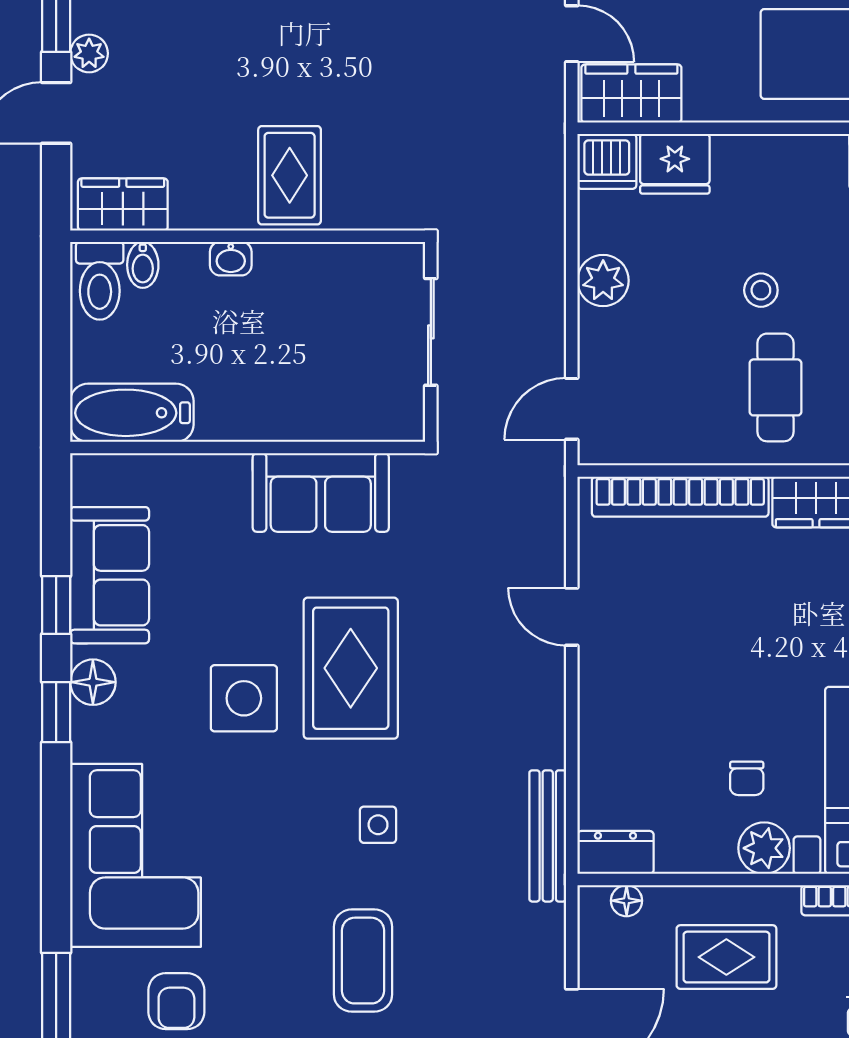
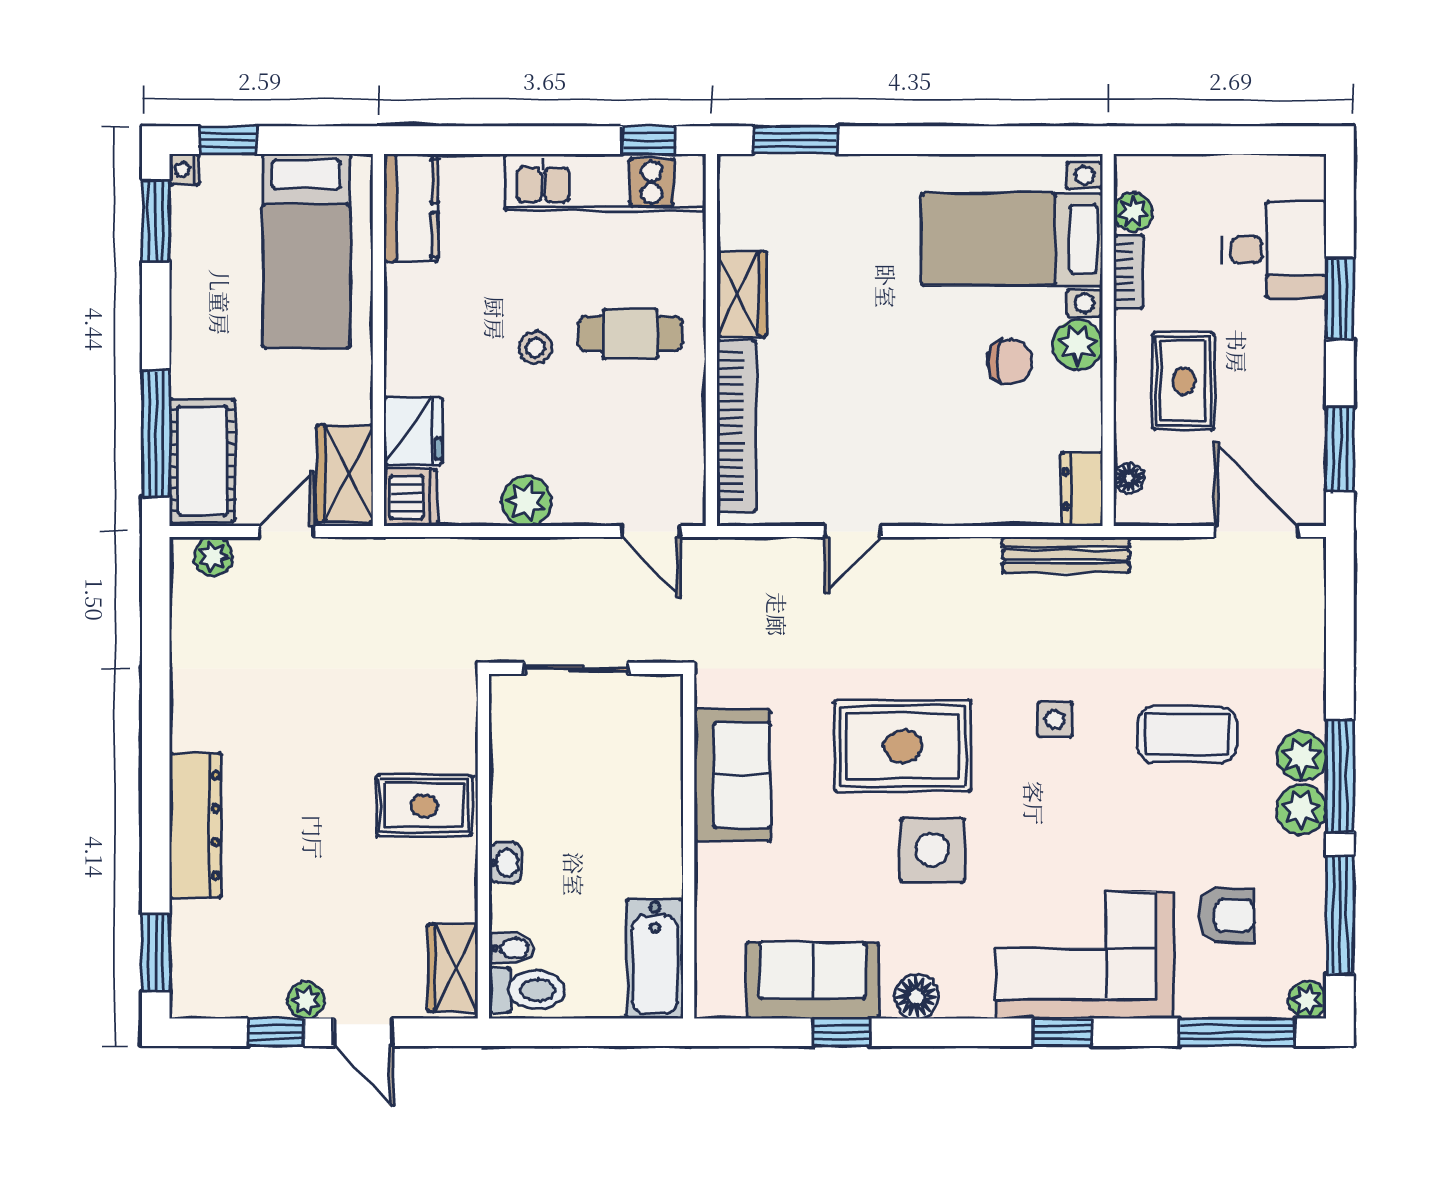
window: (56, 712) -> (1062, 1032), moved
chair: (747, 778) -> (1010, 361), width x1.37, depth x1.37

